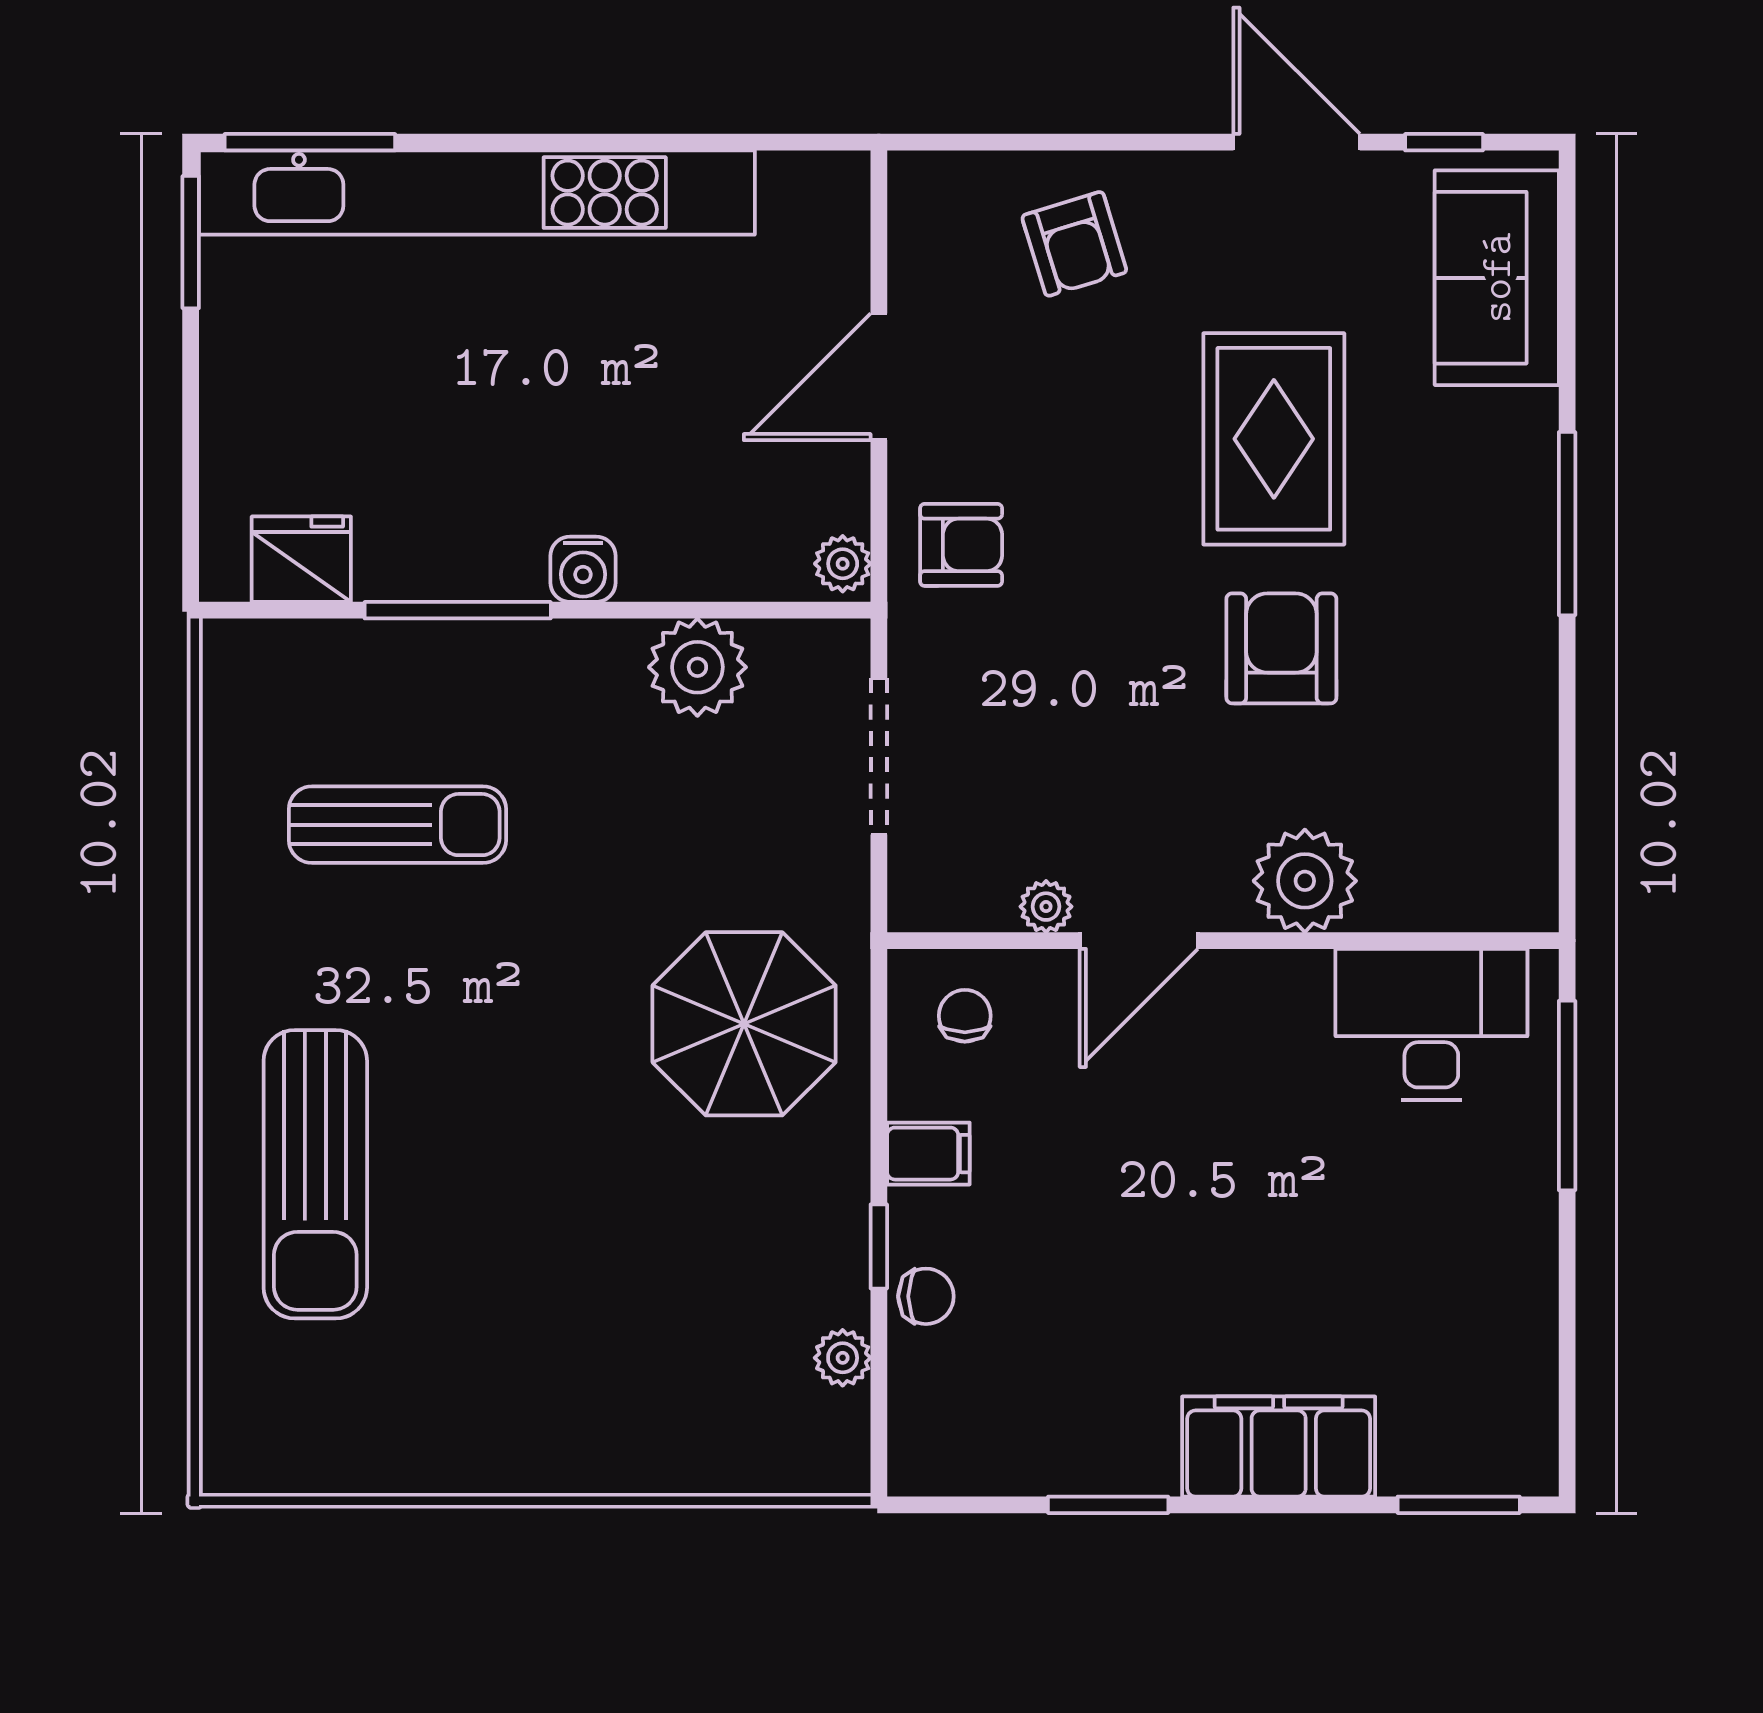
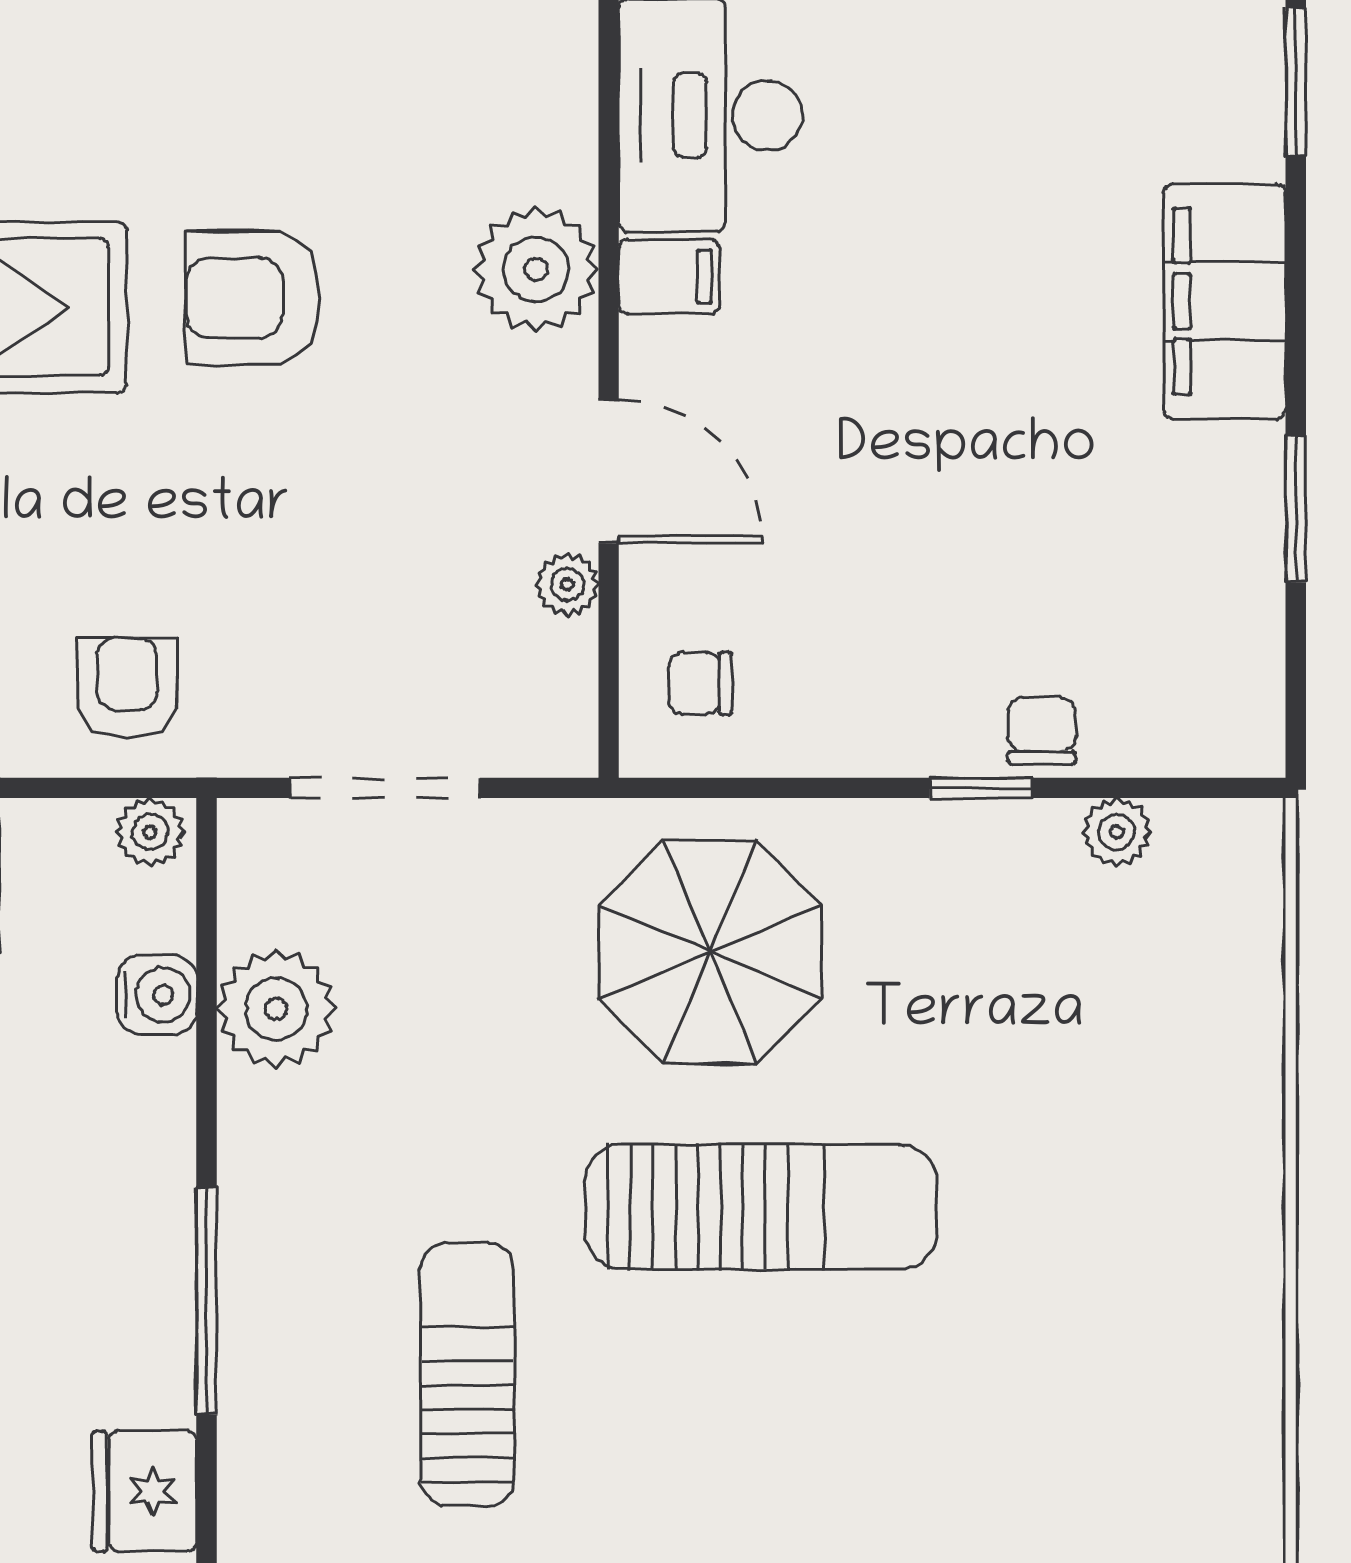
water cooler: (583, 569) -> (157, 995), moved
filing cabinet: (928, 1154) -> (669, 277), moved, turned 90
sun lounger: (315, 1174) -> (761, 1207), moved

